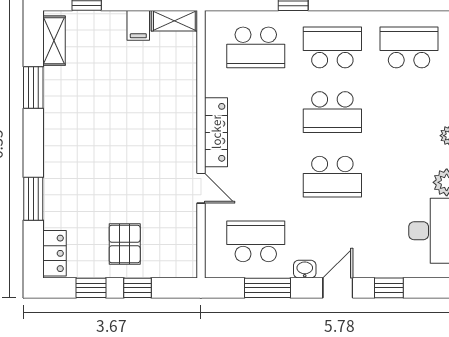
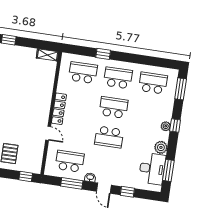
filing cabinet: (138, 25) -> (31, 55), removed
school desk: (256, 47) -> (83, 73), turned 180
school desk: (332, 112) -> (114, 107), turned 180
window: (137, 288) -> (26, 176), moved
door: (338, 288) -> (104, 188), swing flipped

